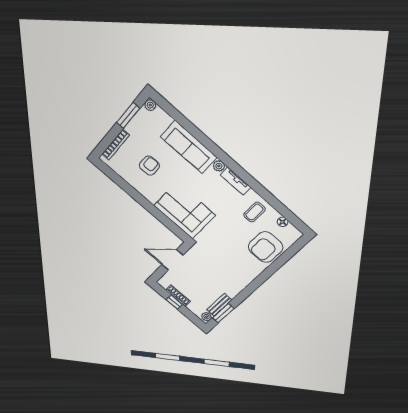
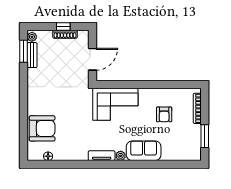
plant: (150, 105) -> (196, 156), removed
sofa: (189, 147) -> (144, 151), width x0.73
coffee table: (254, 212) -> (71, 146), removed
armchair: (266, 247) -> (42, 128), turned 90

